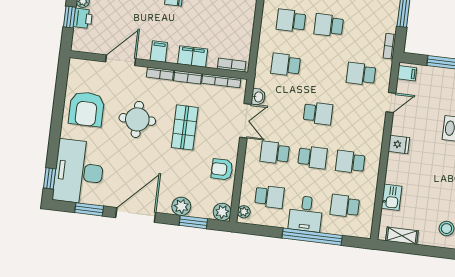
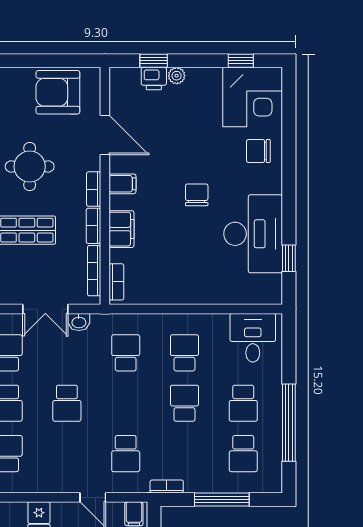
school desk: (361, 74) -> (126, 454), turned 180
armchair: (87, 109) -> (58, 92), moved

